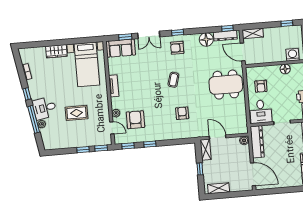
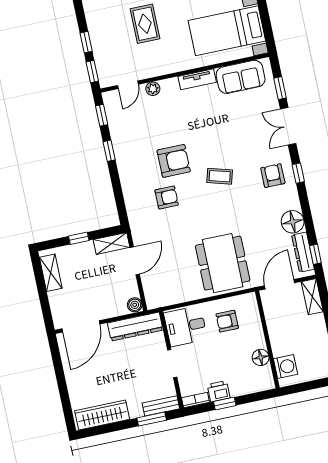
sofa: (121, 48) -> (241, 77), moved, turned -90
armchair: (135, 120) -> (174, 161), moved

